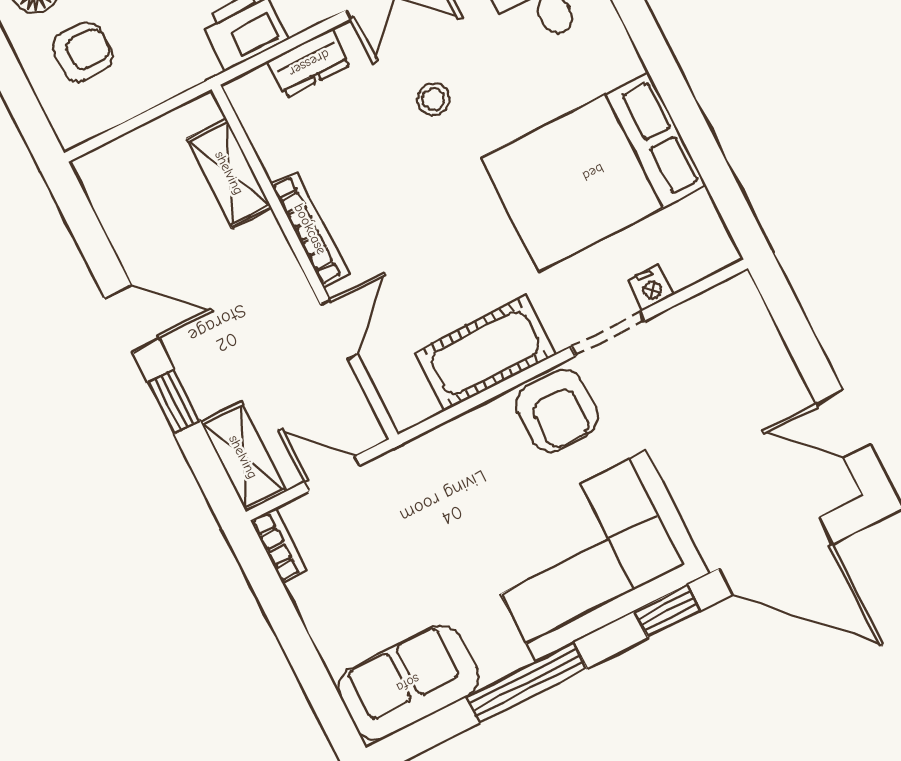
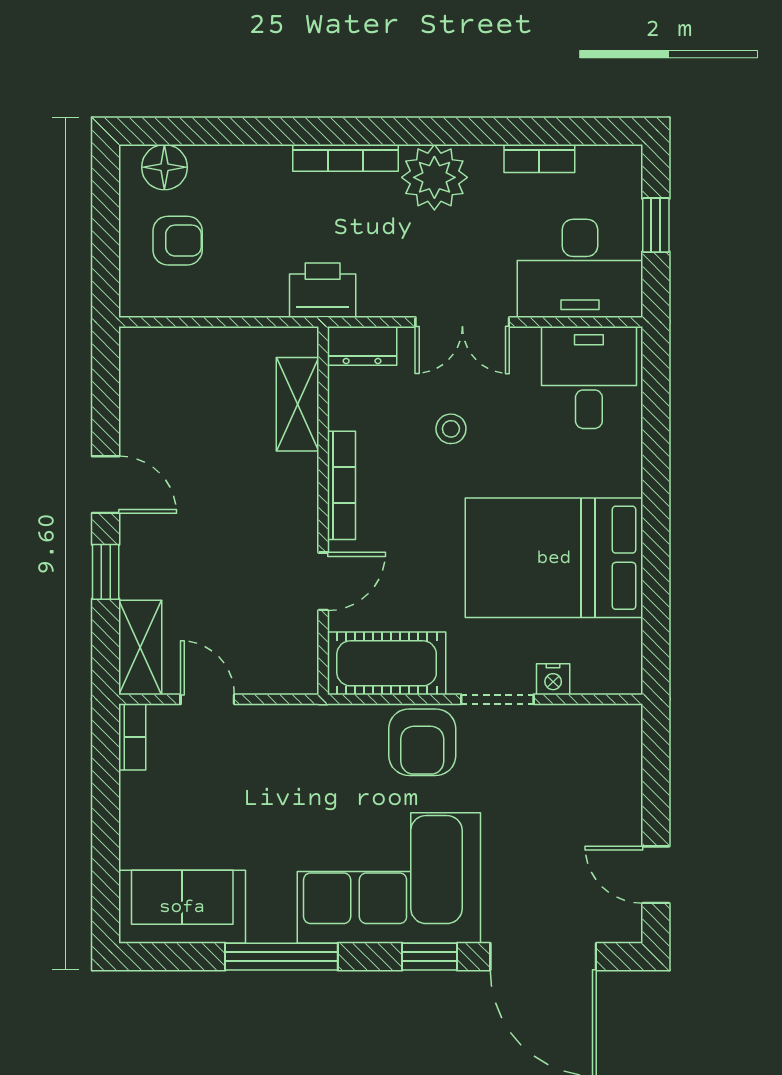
shelving: (229, 173) -> (298, 404), moved
bookcase: (310, 229) -> (341, 485), moved
wall: (305, 262) -> (323, 511), moved
door: (339, 329) -> (323, 581), moved

